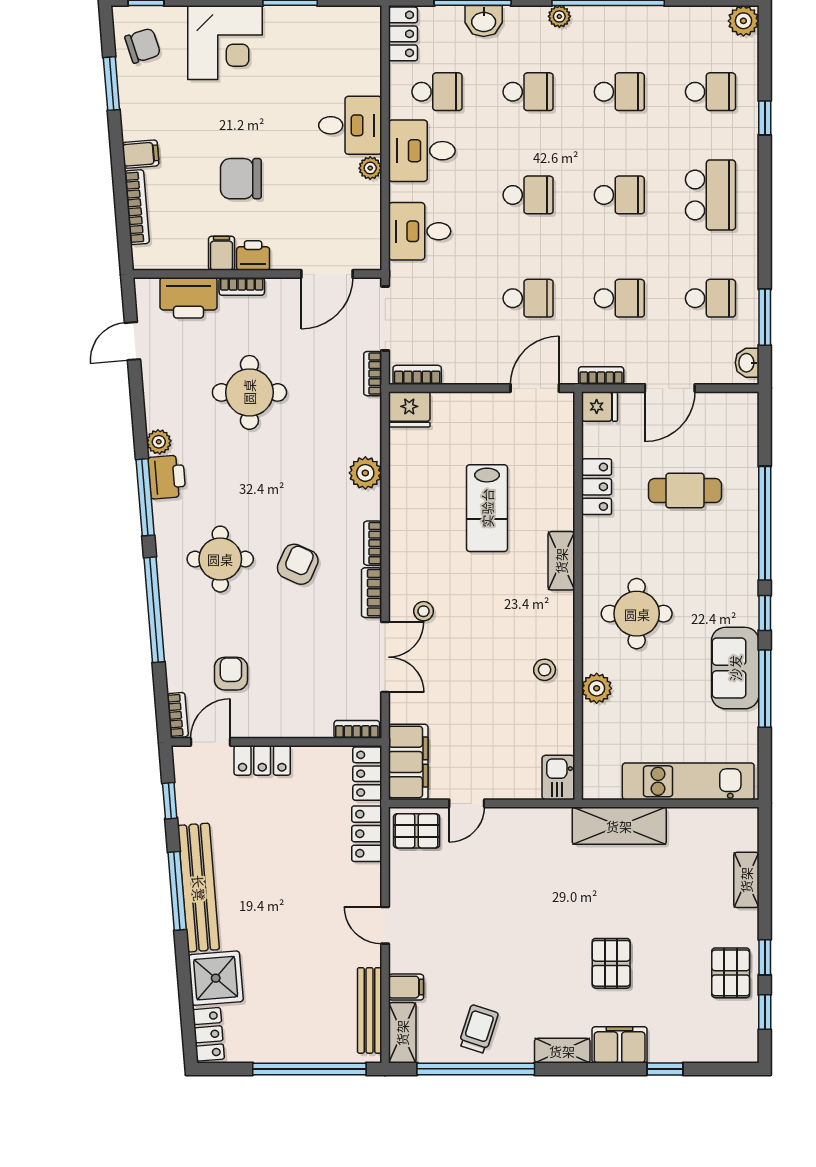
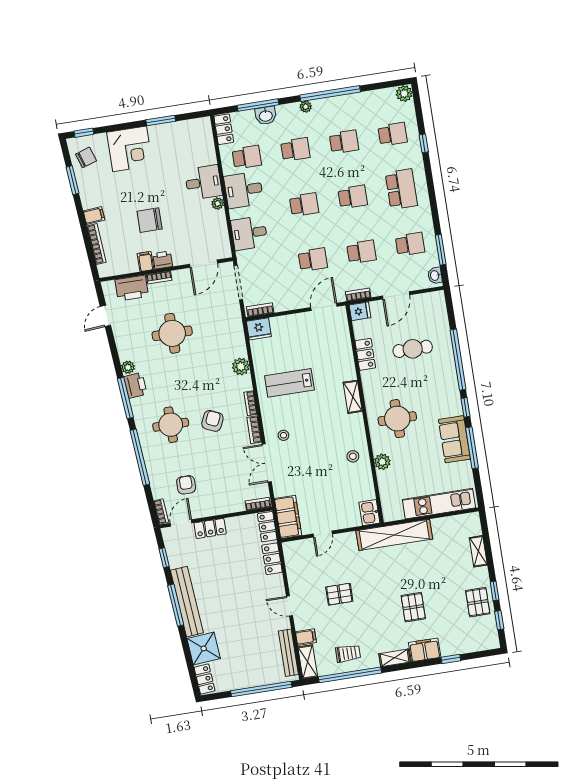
bookcase: (373, 374) -> (236, 313), removed
lab bench: (487, 508) -> (289, 383), moved, turned 90
double door: (385, 657) -> (267, 463), swing flipped
shelving: (619, 826) -> (394, 535), width x1.47
pallet: (417, 831) -> (339, 594), moved
trolley: (478, 1029) -> (348, 653), turned 72

